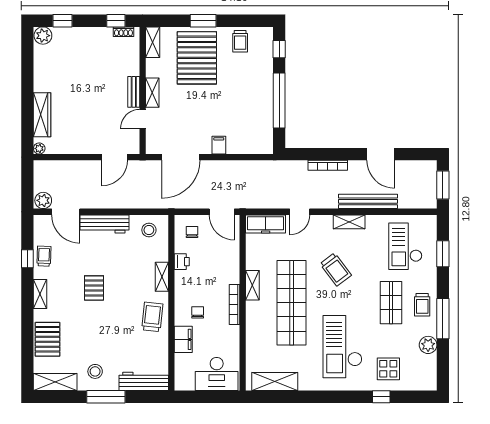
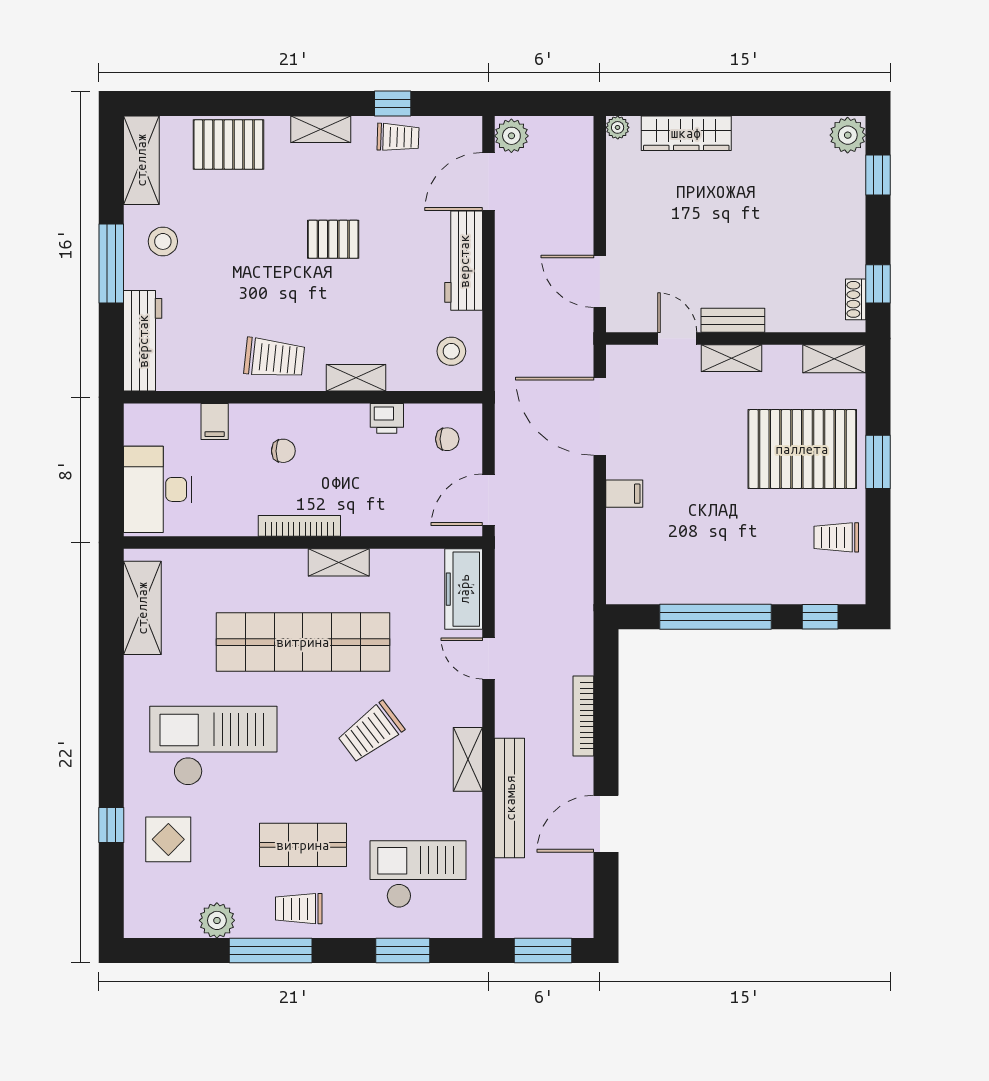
filing cabinet: (183, 339) -> (215, 421), width x0.50

